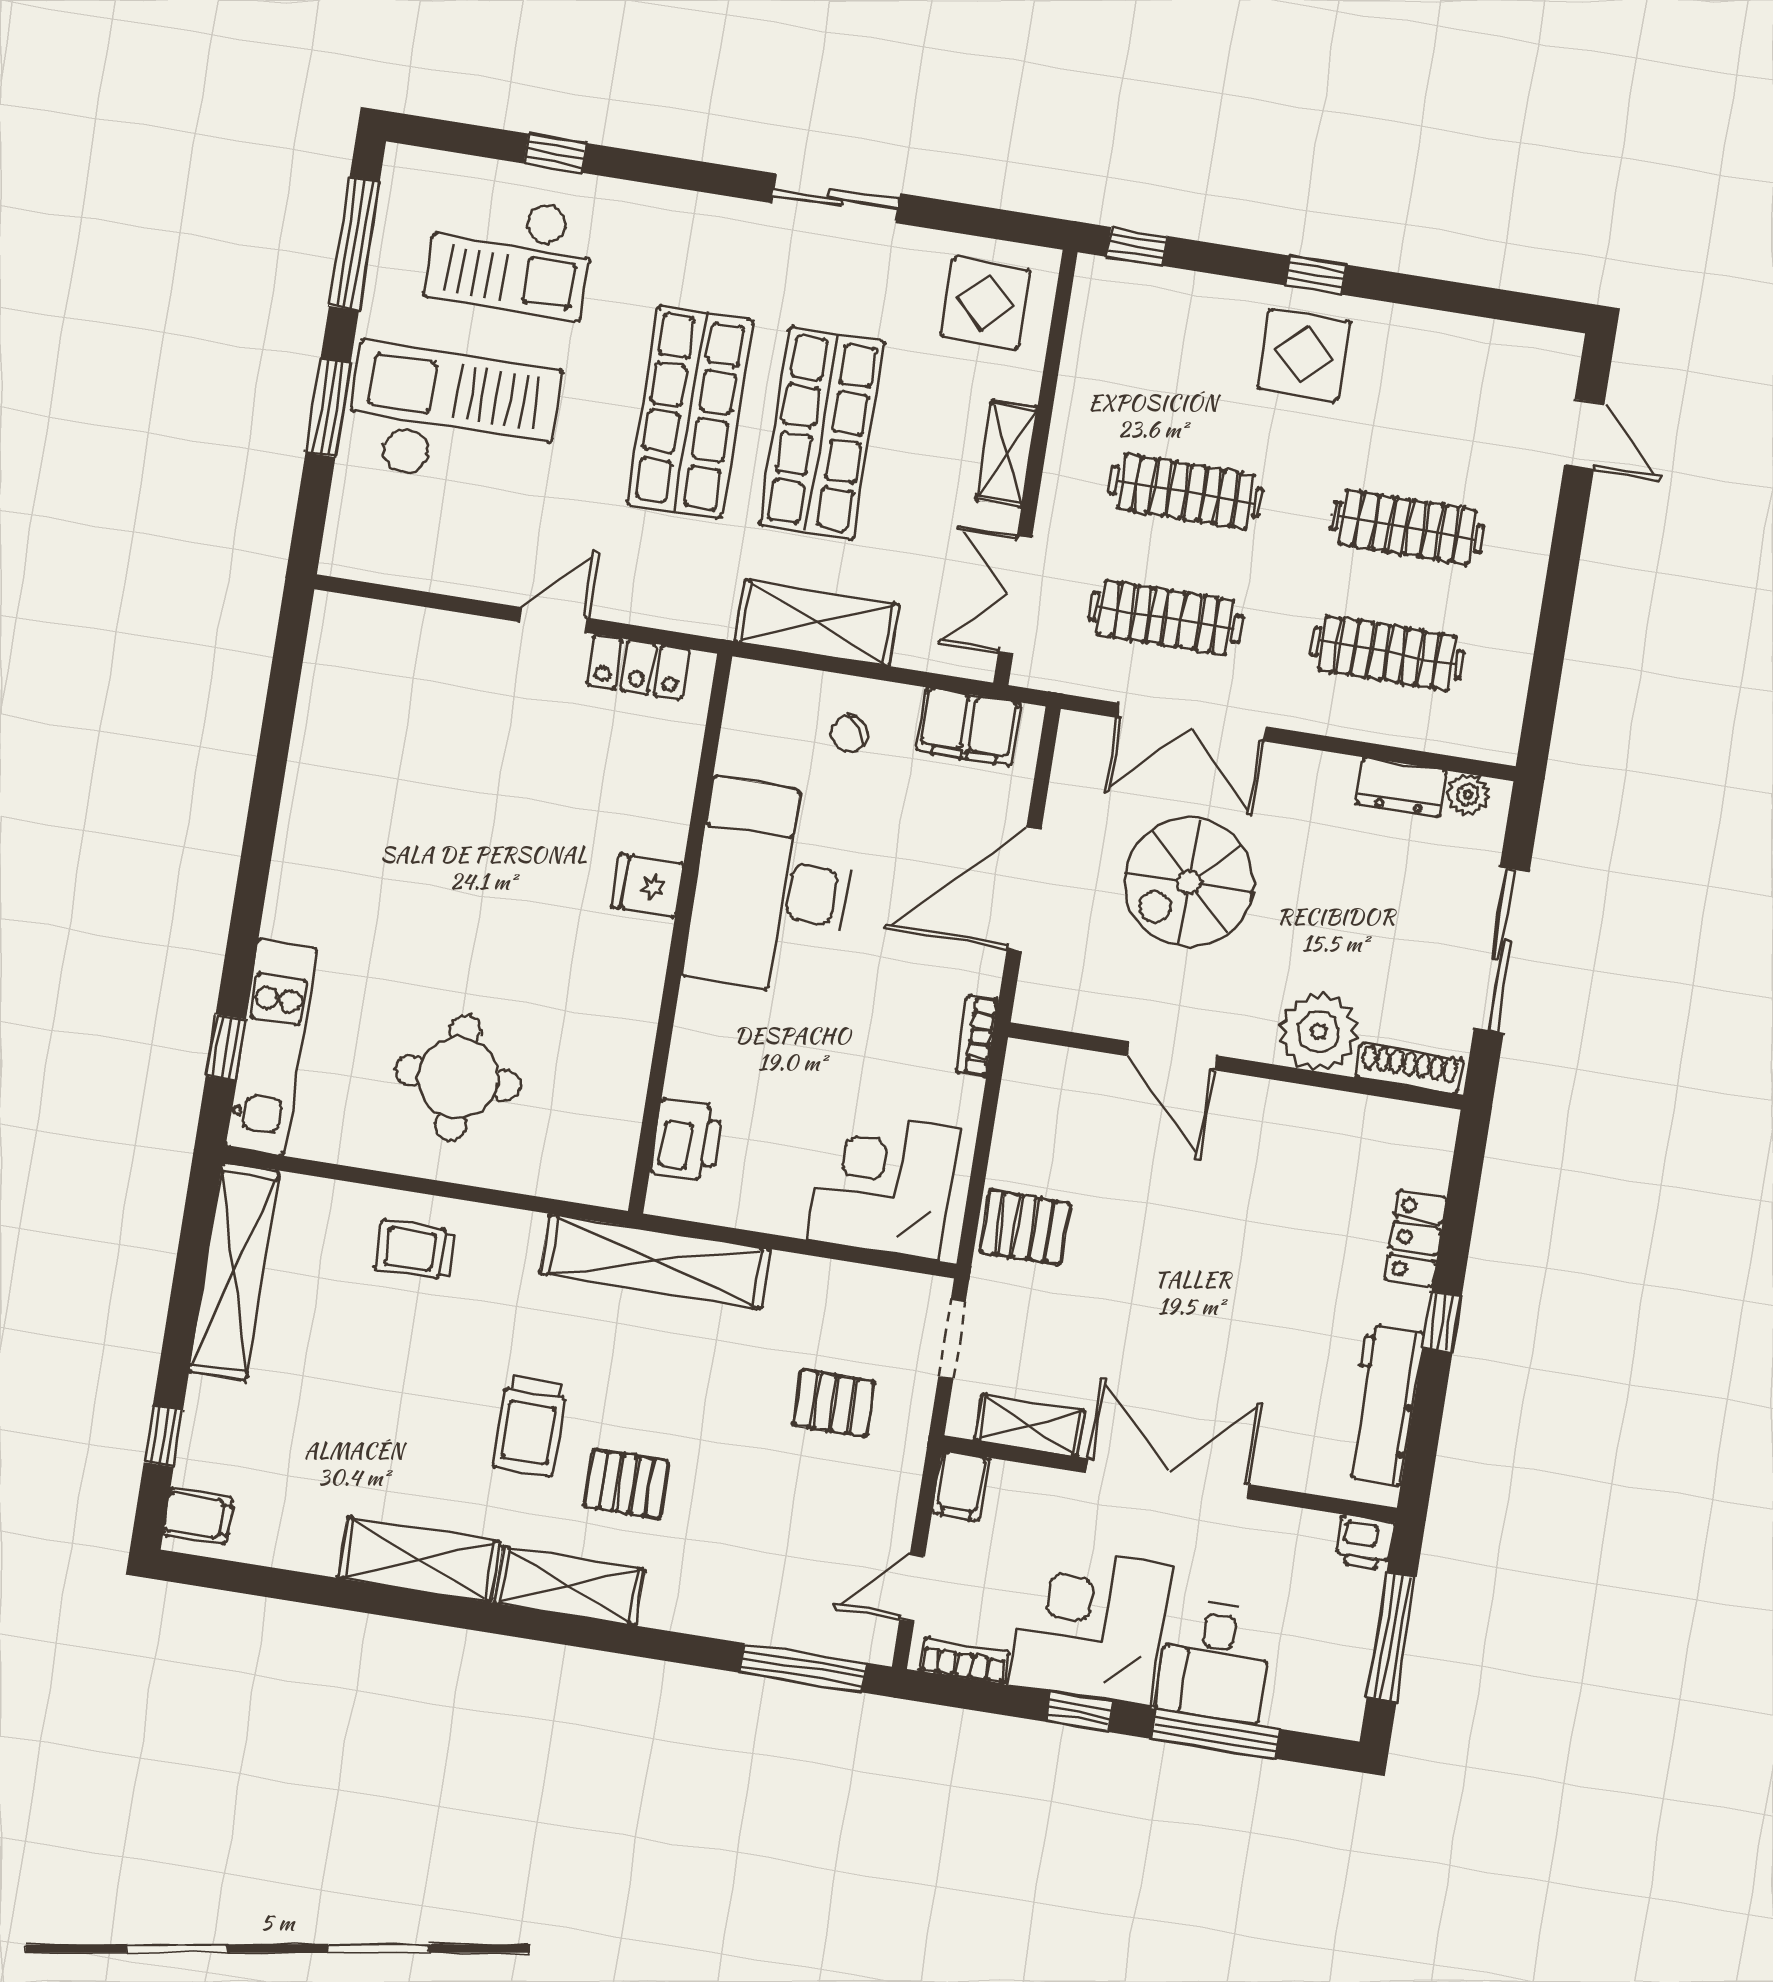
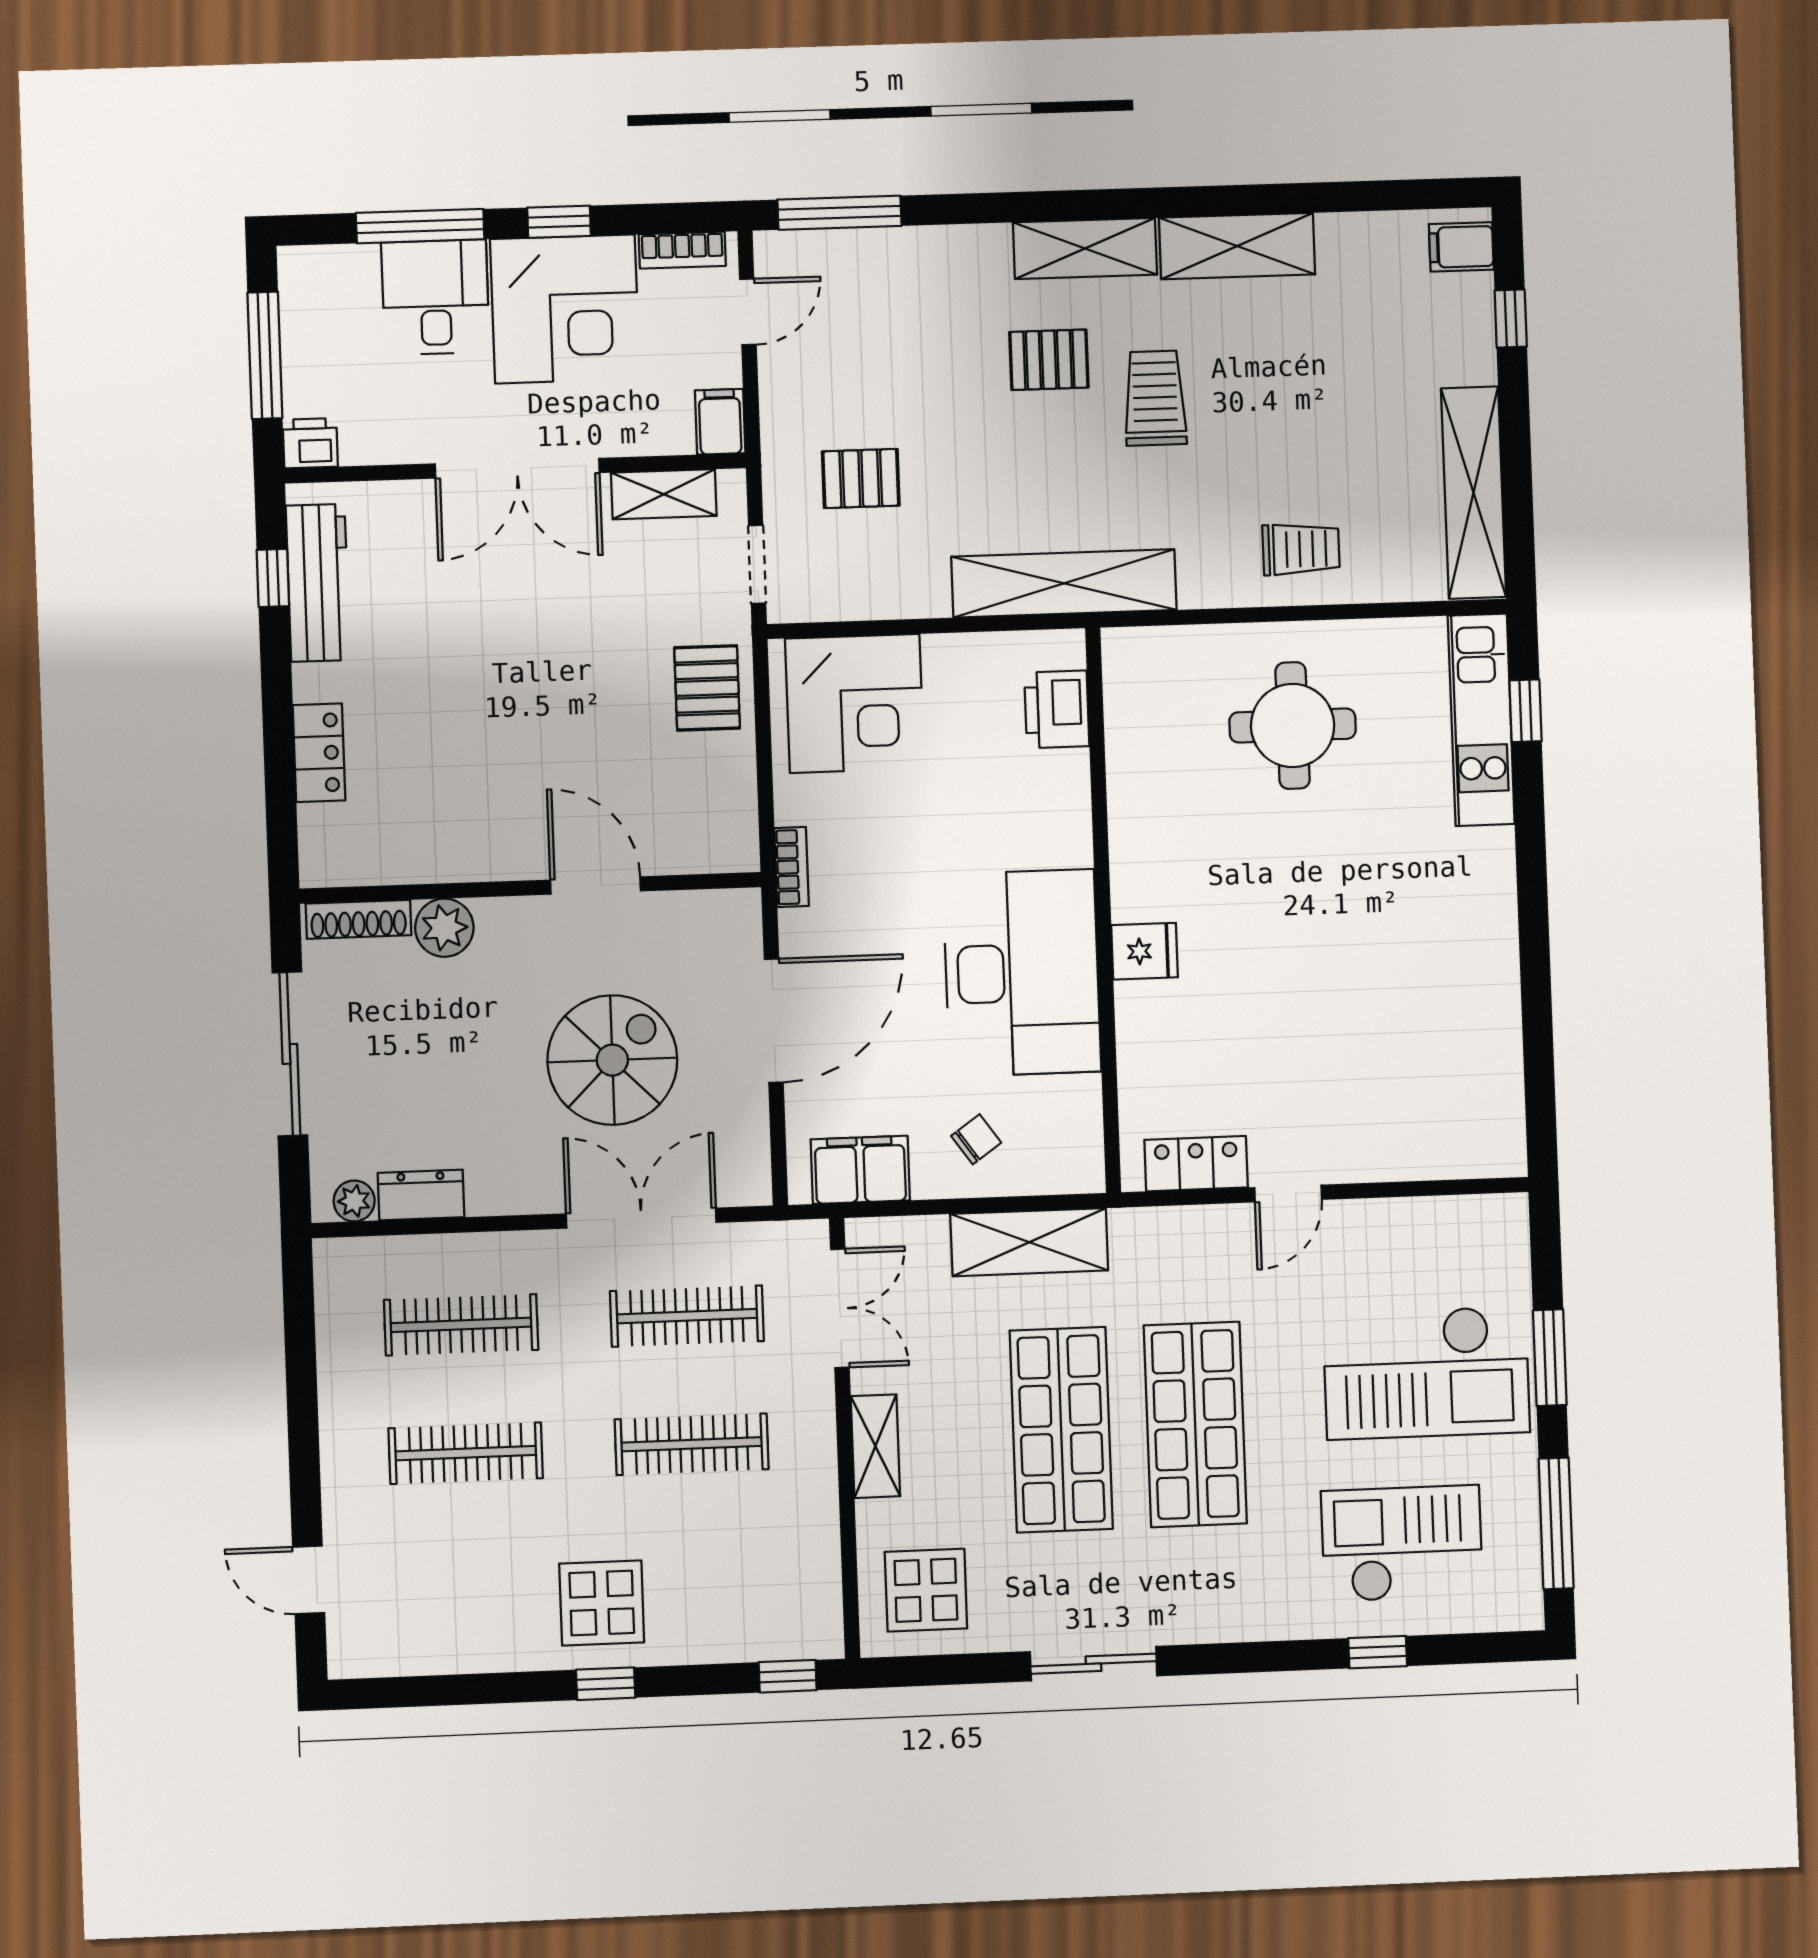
plant: (1319, 1032) -> (444, 928), width x0.73, depth x0.73
pallet: (1025, 1228) -> (707, 688), turned 90
window: (1442, 1322) -> (273, 578), moved

